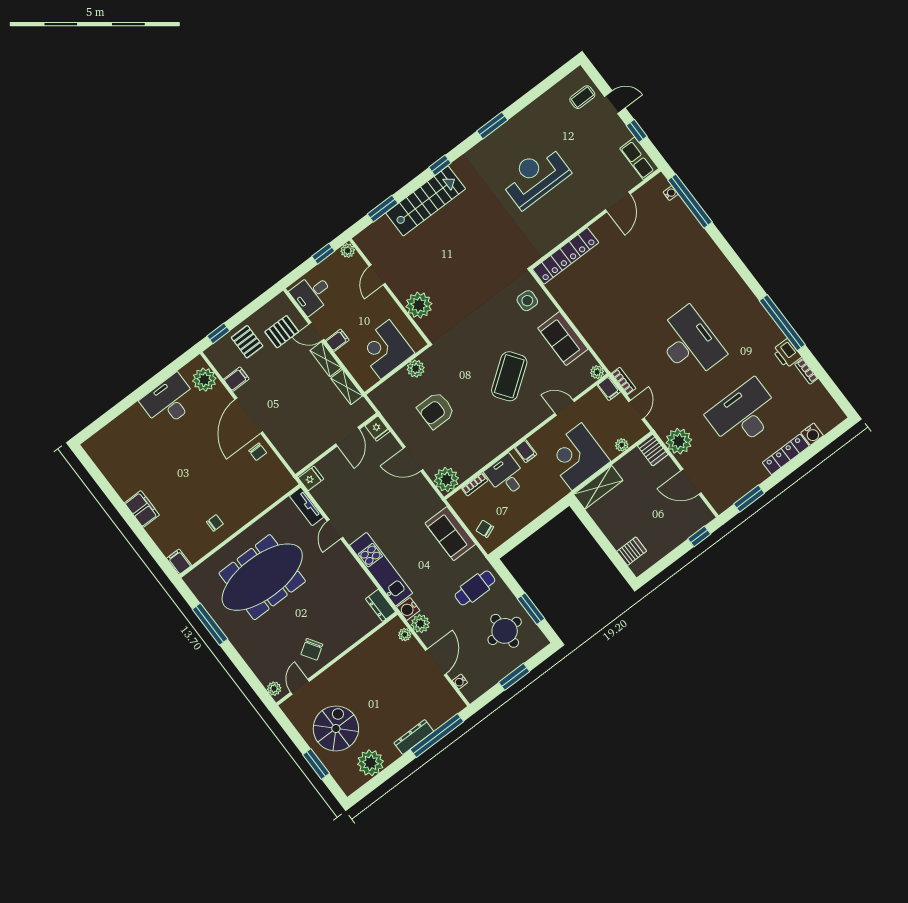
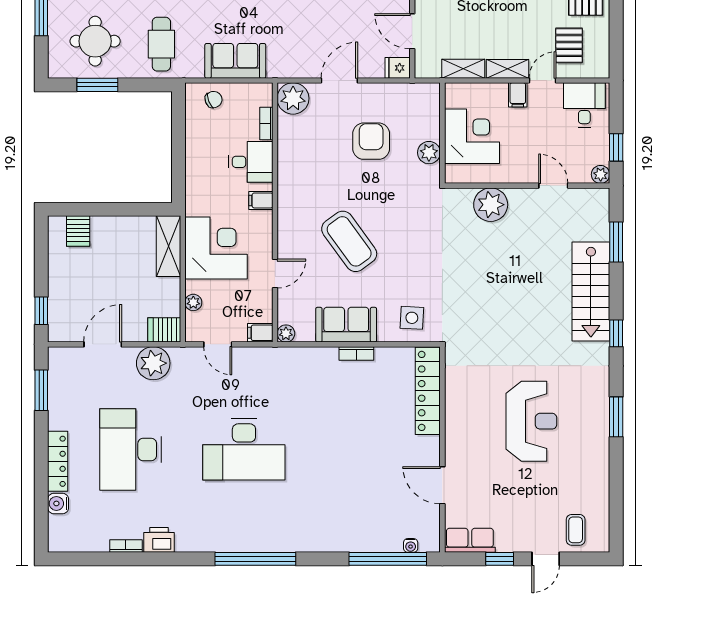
window: (782, 323) -> (255, 559), moved
bookcase: (623, 381) -> (356, 353), moved
desk: (744, 414) -> (131, 449), turned 180

